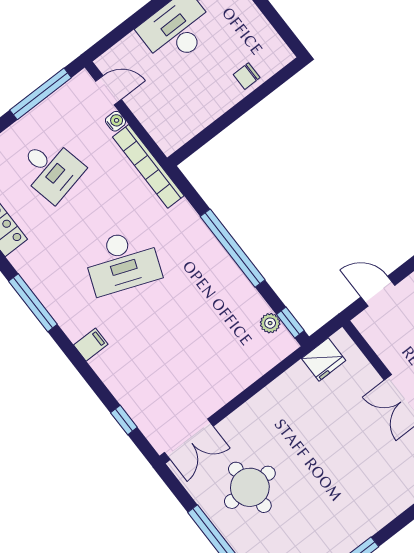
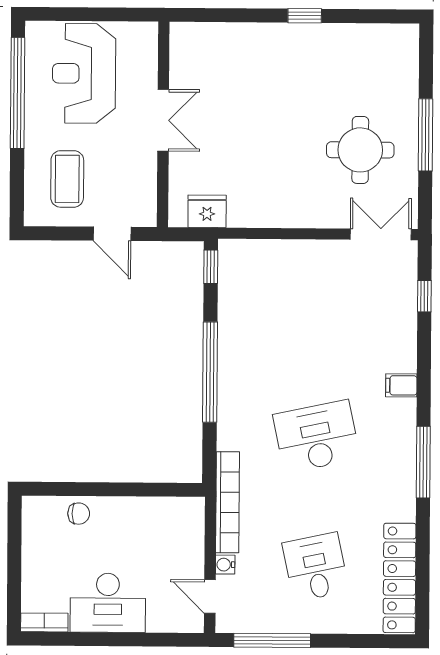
desk: (122, 262) -> (316, 437), turned -33
plant: (270, 323) -> (229, 280), removed

